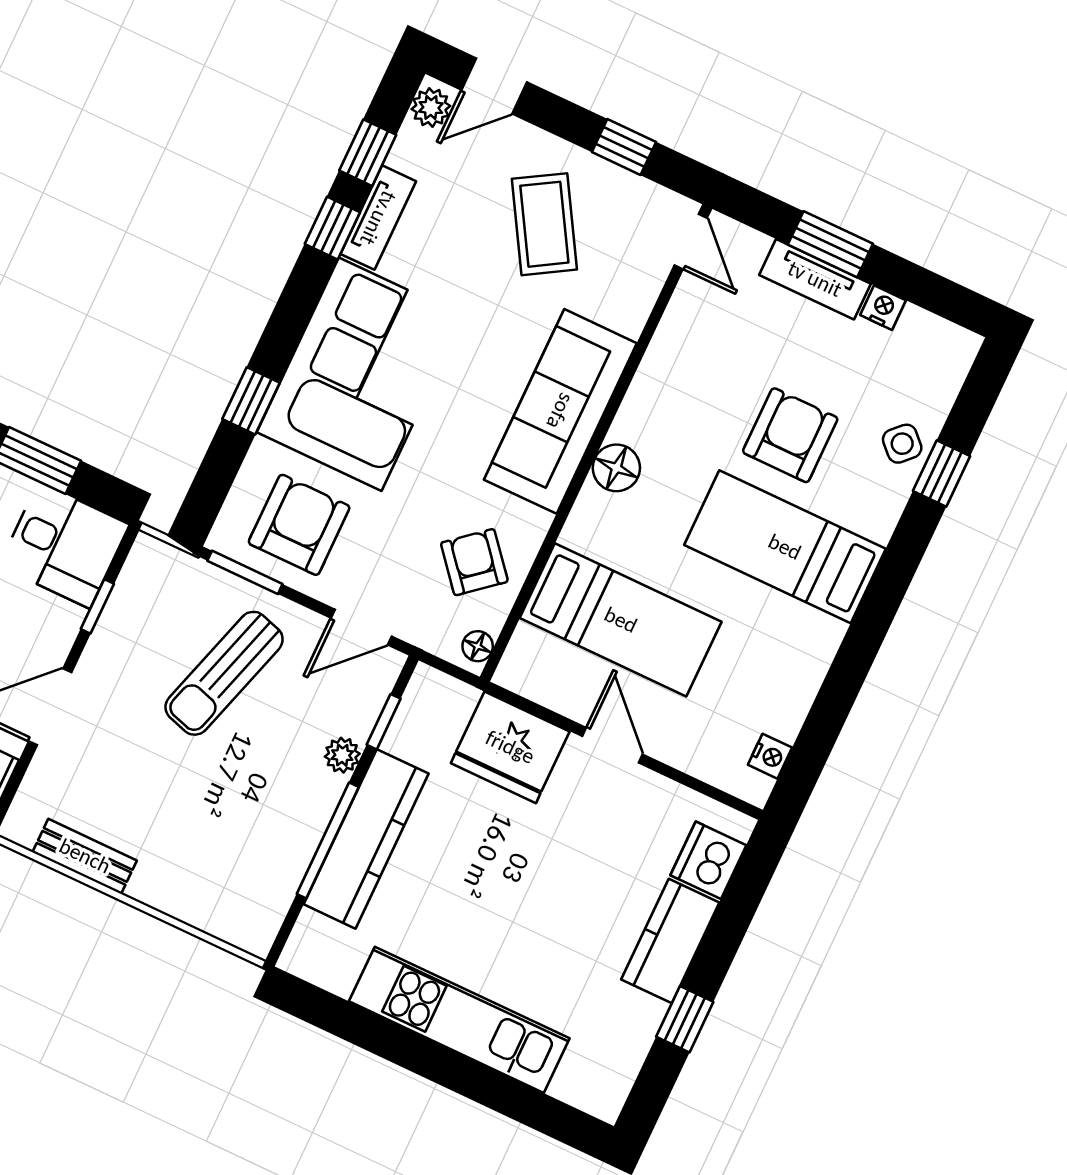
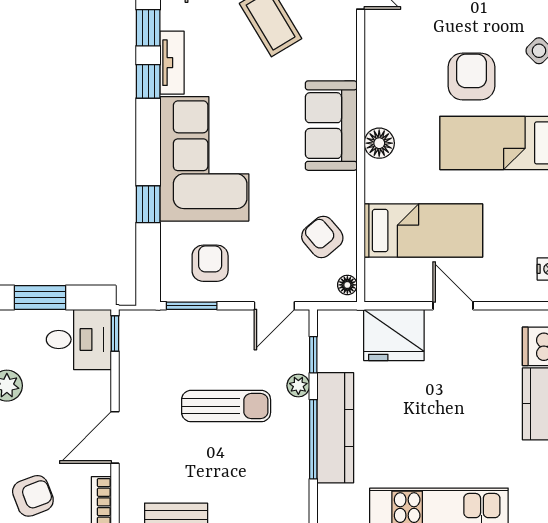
sofa: (560, 411) -> (331, 126), width x0.73
armchair: (299, 525) -> (210, 263), width x0.72, depth x0.72
window: (97, 606) -> (115, 333), moved
sun lounger: (224, 673) -> (226, 406), moved, turned -107

